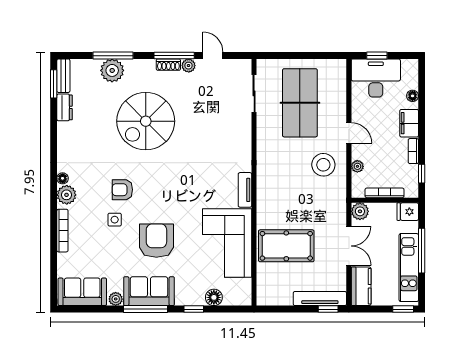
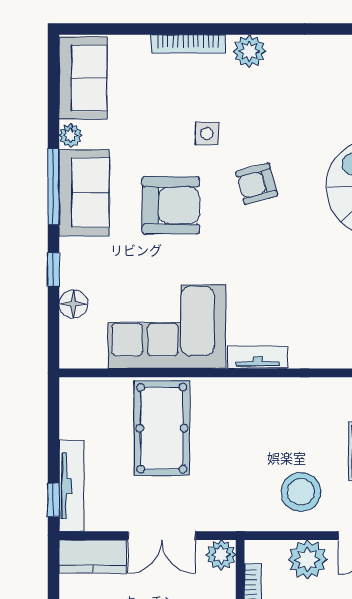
plant: (357, 166) -> (307, 559), width x1.87, depth x1.87
floor lamp: (63, 178) -> (278, 44), removed
armchair: (122, 190) -> (257, 184), moved, turned -105

